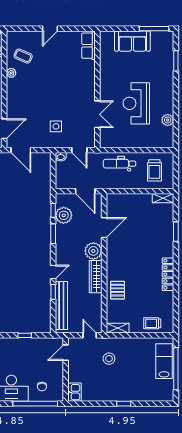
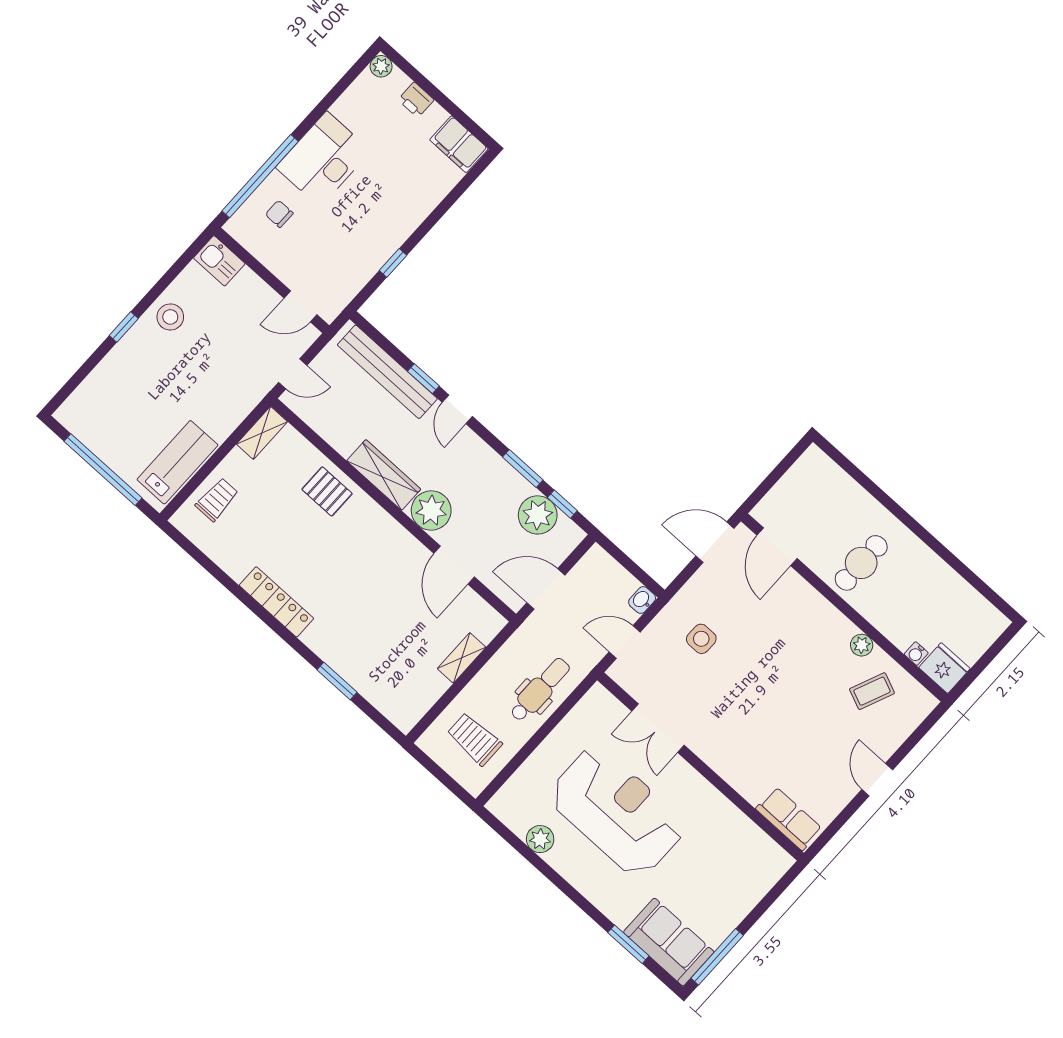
sofa: (132, 41) -> (669, 942), moved, turned 90
reception desk: (136, 103) -> (617, 811), width x1.36, depth x1.30
shelving: (163, 198) -> (462, 658), moved
door: (66, 353) -> (301, 306), swing flipped
stool: (109, 359) -> (170, 317), moved
lab bench: (164, 361) -> (177, 462), moved, turned -90

